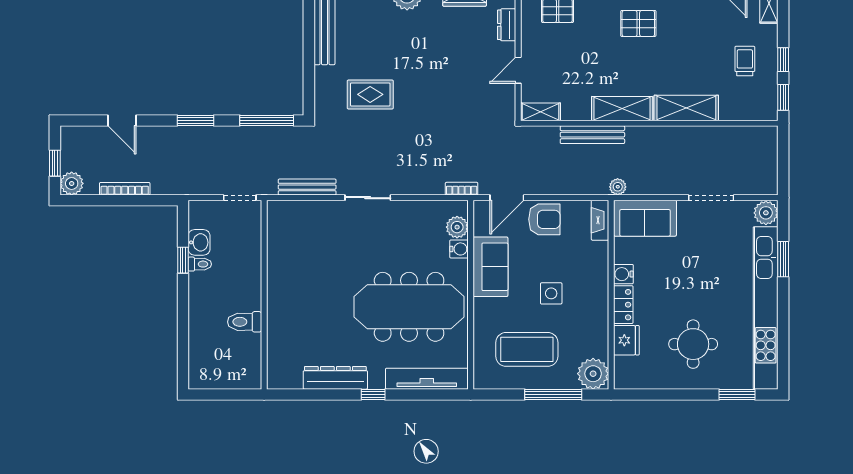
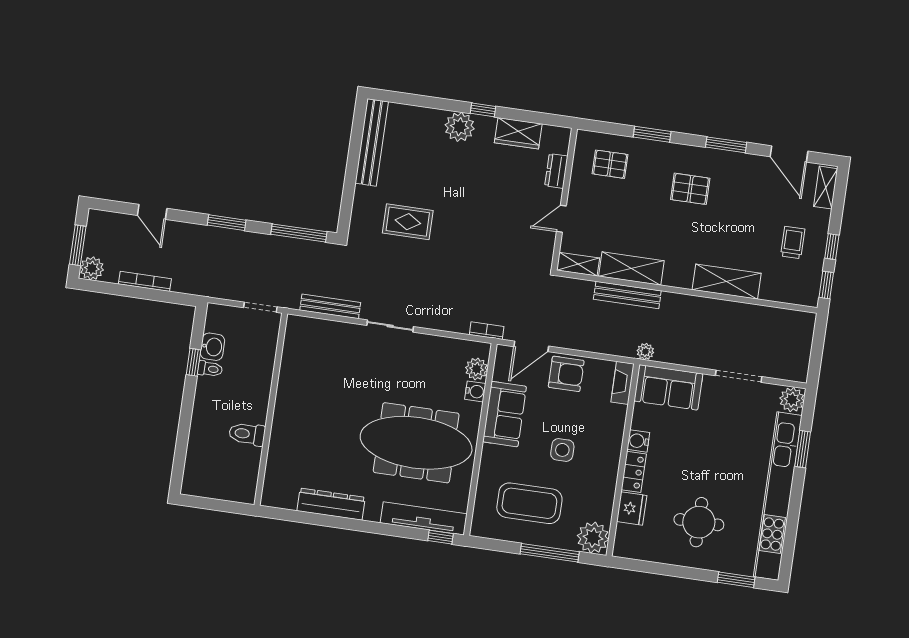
shelving: (622, 109) -> (631, 269), moved
window: (55, 163) -> (78, 245), width x1.50
window: (373, 394) -> (440, 537), moved

